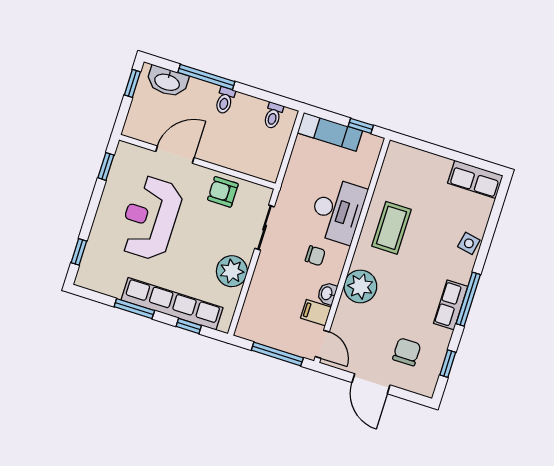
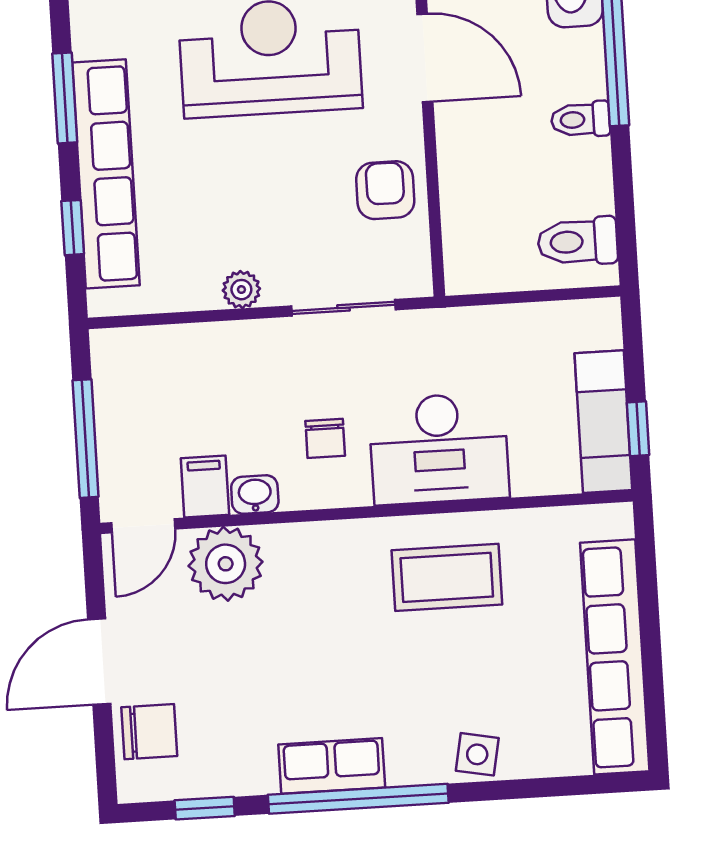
toilet: (273, 116) -> (578, 242), width x1.37, depth x1.39
exam couch: (330, 132) -> (603, 422), moved
row of seats: (475, 179) -> (615, 657), width x2.02
plant: (232, 271) -> (241, 290), width x0.53, depth x0.53
plant: (360, 286) -> (226, 564), moved
window: (468, 299) -> (358, 799), width x1.46
chair: (407, 352) -> (149, 732), moved

